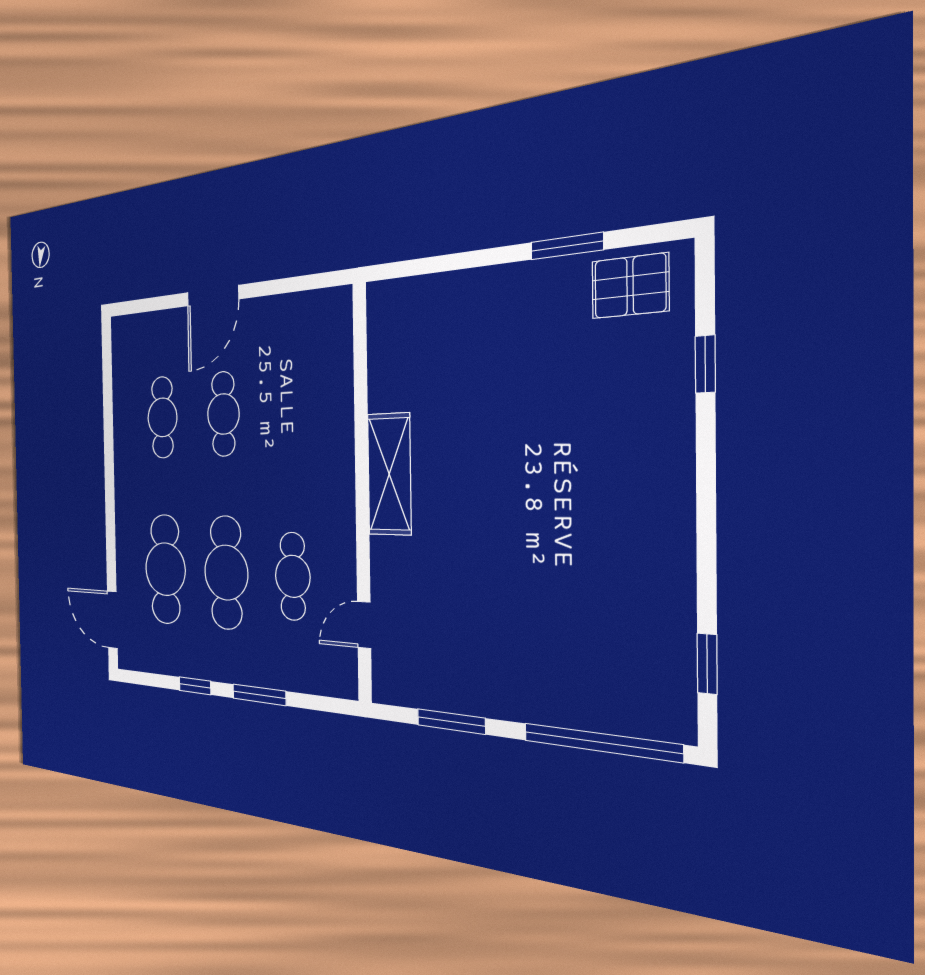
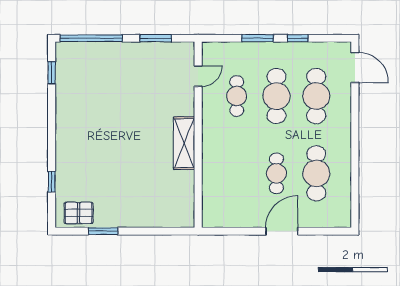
cafe table: (162, 417) -> (316, 173), width x1.37, depth x1.35

